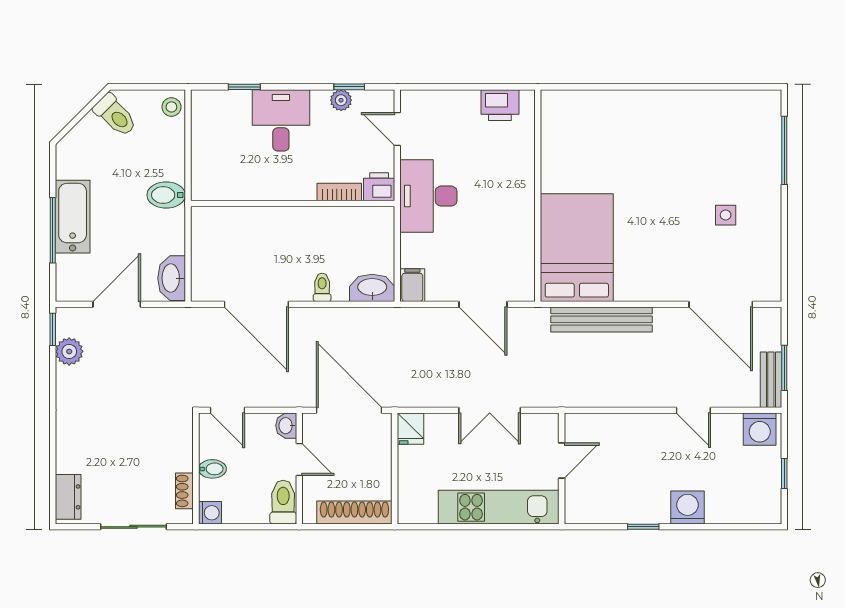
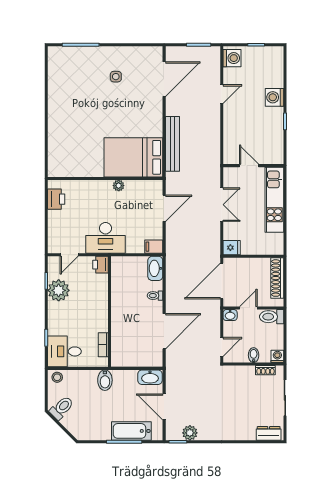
plant: (341, 100) -> (59, 290), width x1.87, depth x1.87
desk: (281, 120) -> (64, 351), moved
bookcase: (339, 192) -> (103, 345), moved
bathtub: (73, 217) -> (131, 431), moved
plant: (525, 220) -> (119, 186), added
bench: (771, 380) -> (205, 52), removed

